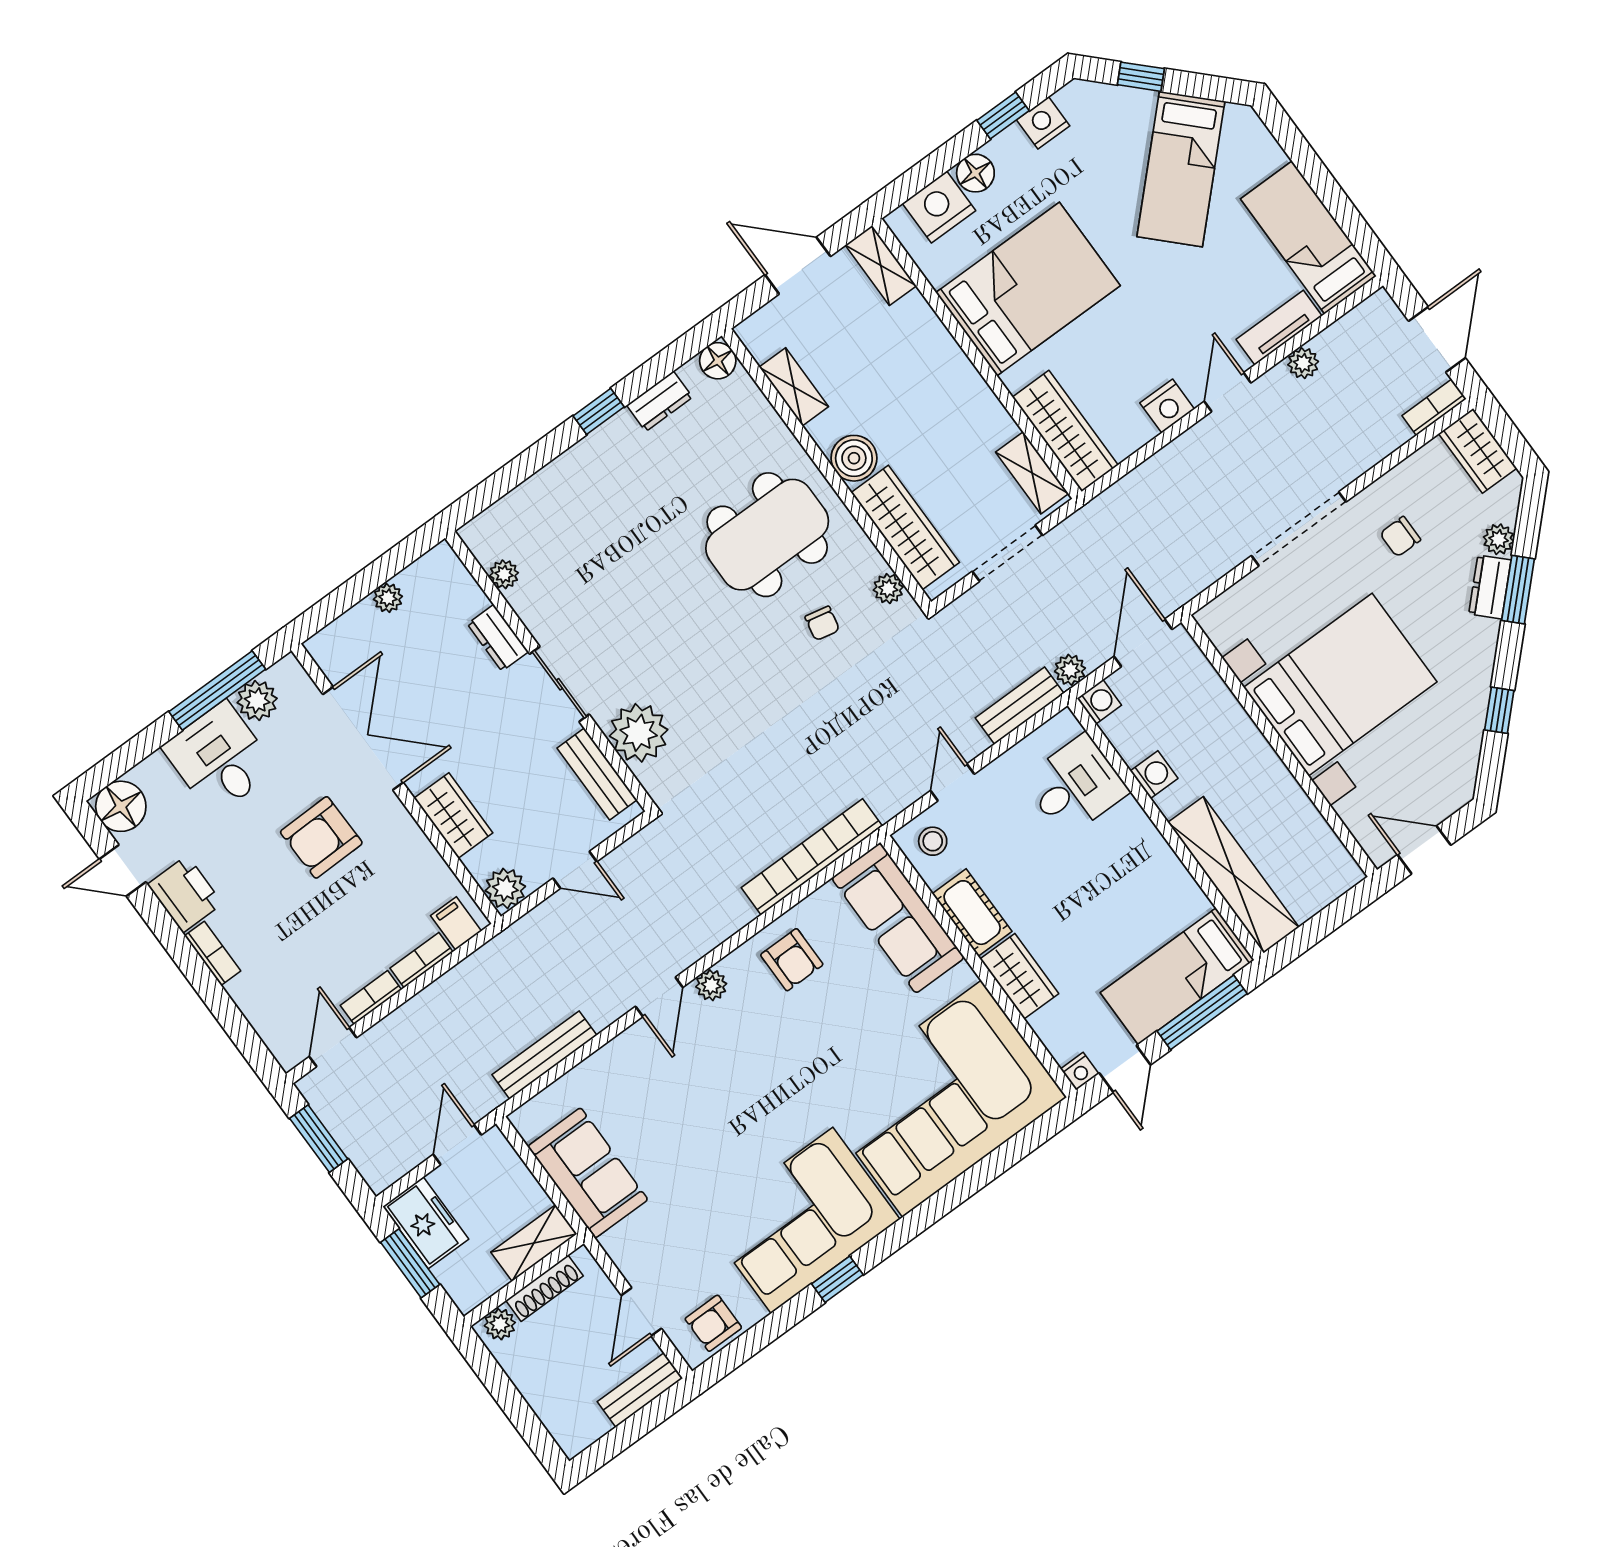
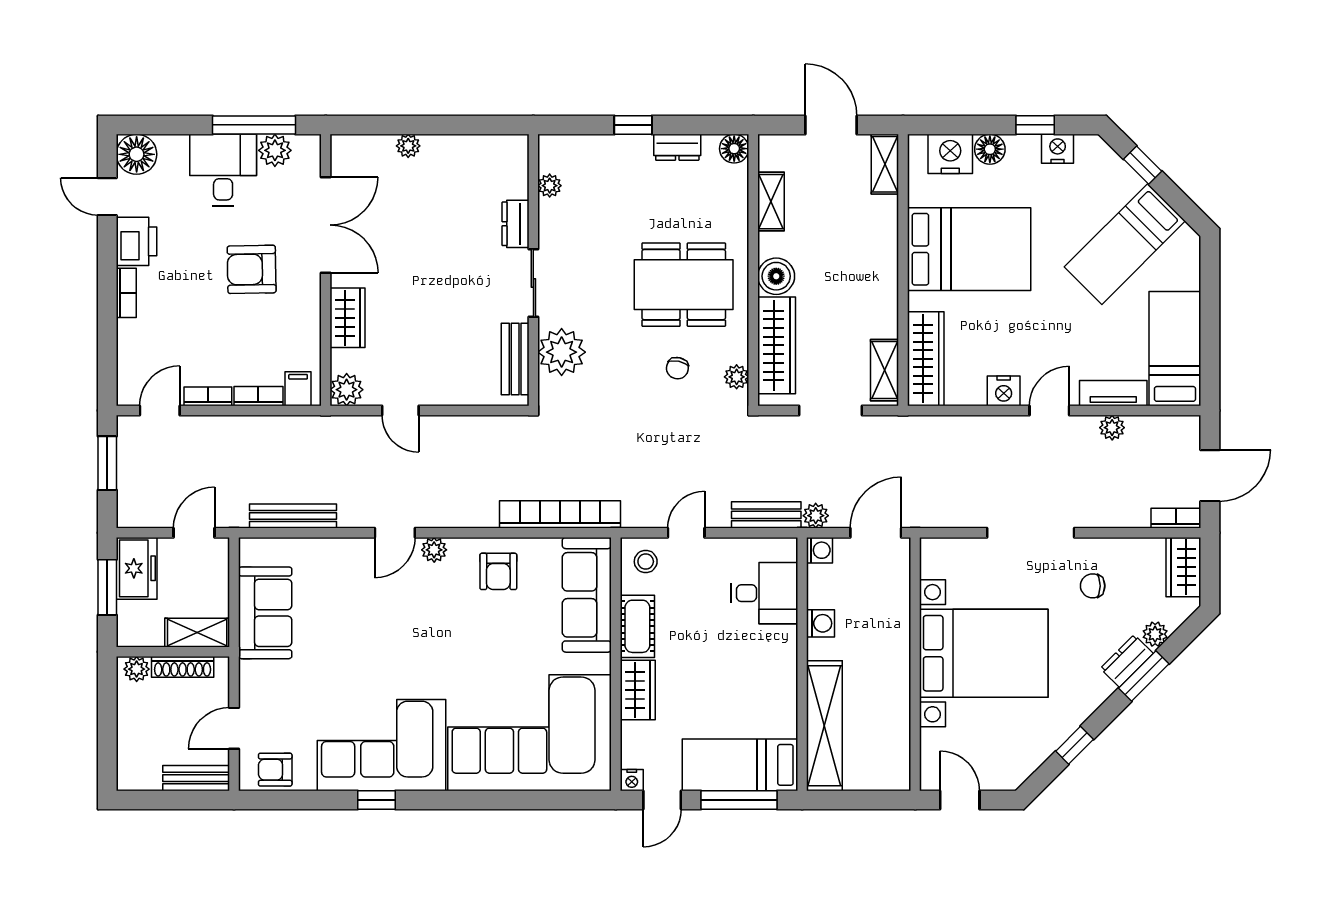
plant: (504, 574) -> (550, 186), moved
dresser: (498, 638) -> (515, 224), moved
wall: (550, 671) -> (533, 270), moved
sliding door: (559, 684) -> (533, 283), moved
plant: (639, 733) -> (562, 352), moved
bench: (597, 774) -> (515, 359), moved

